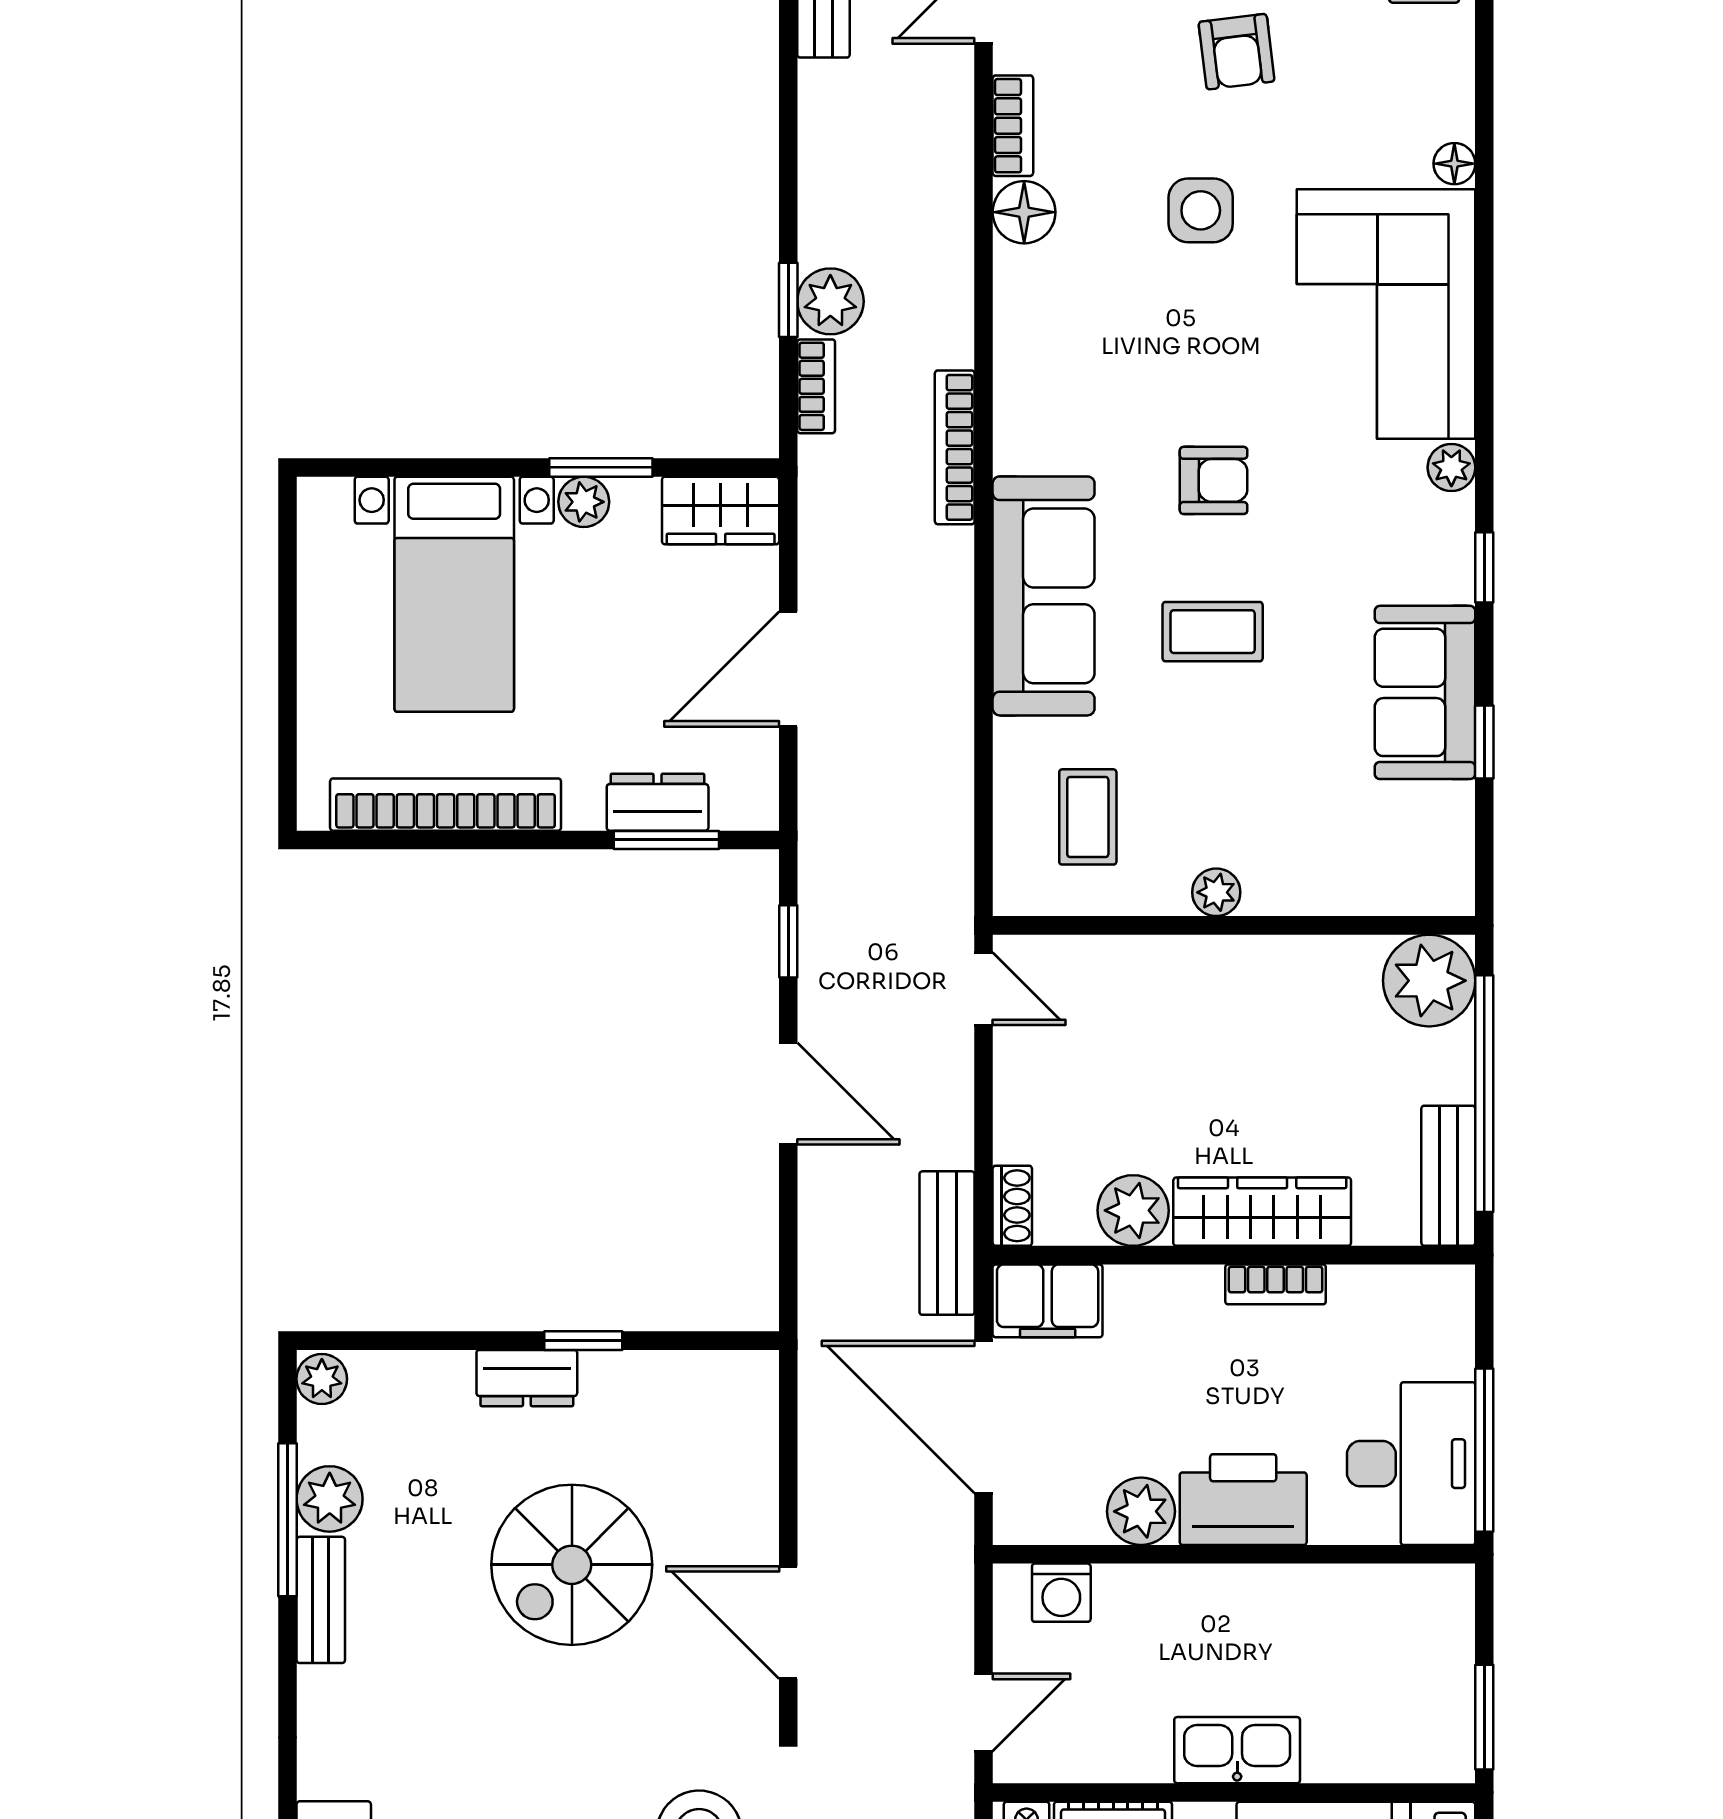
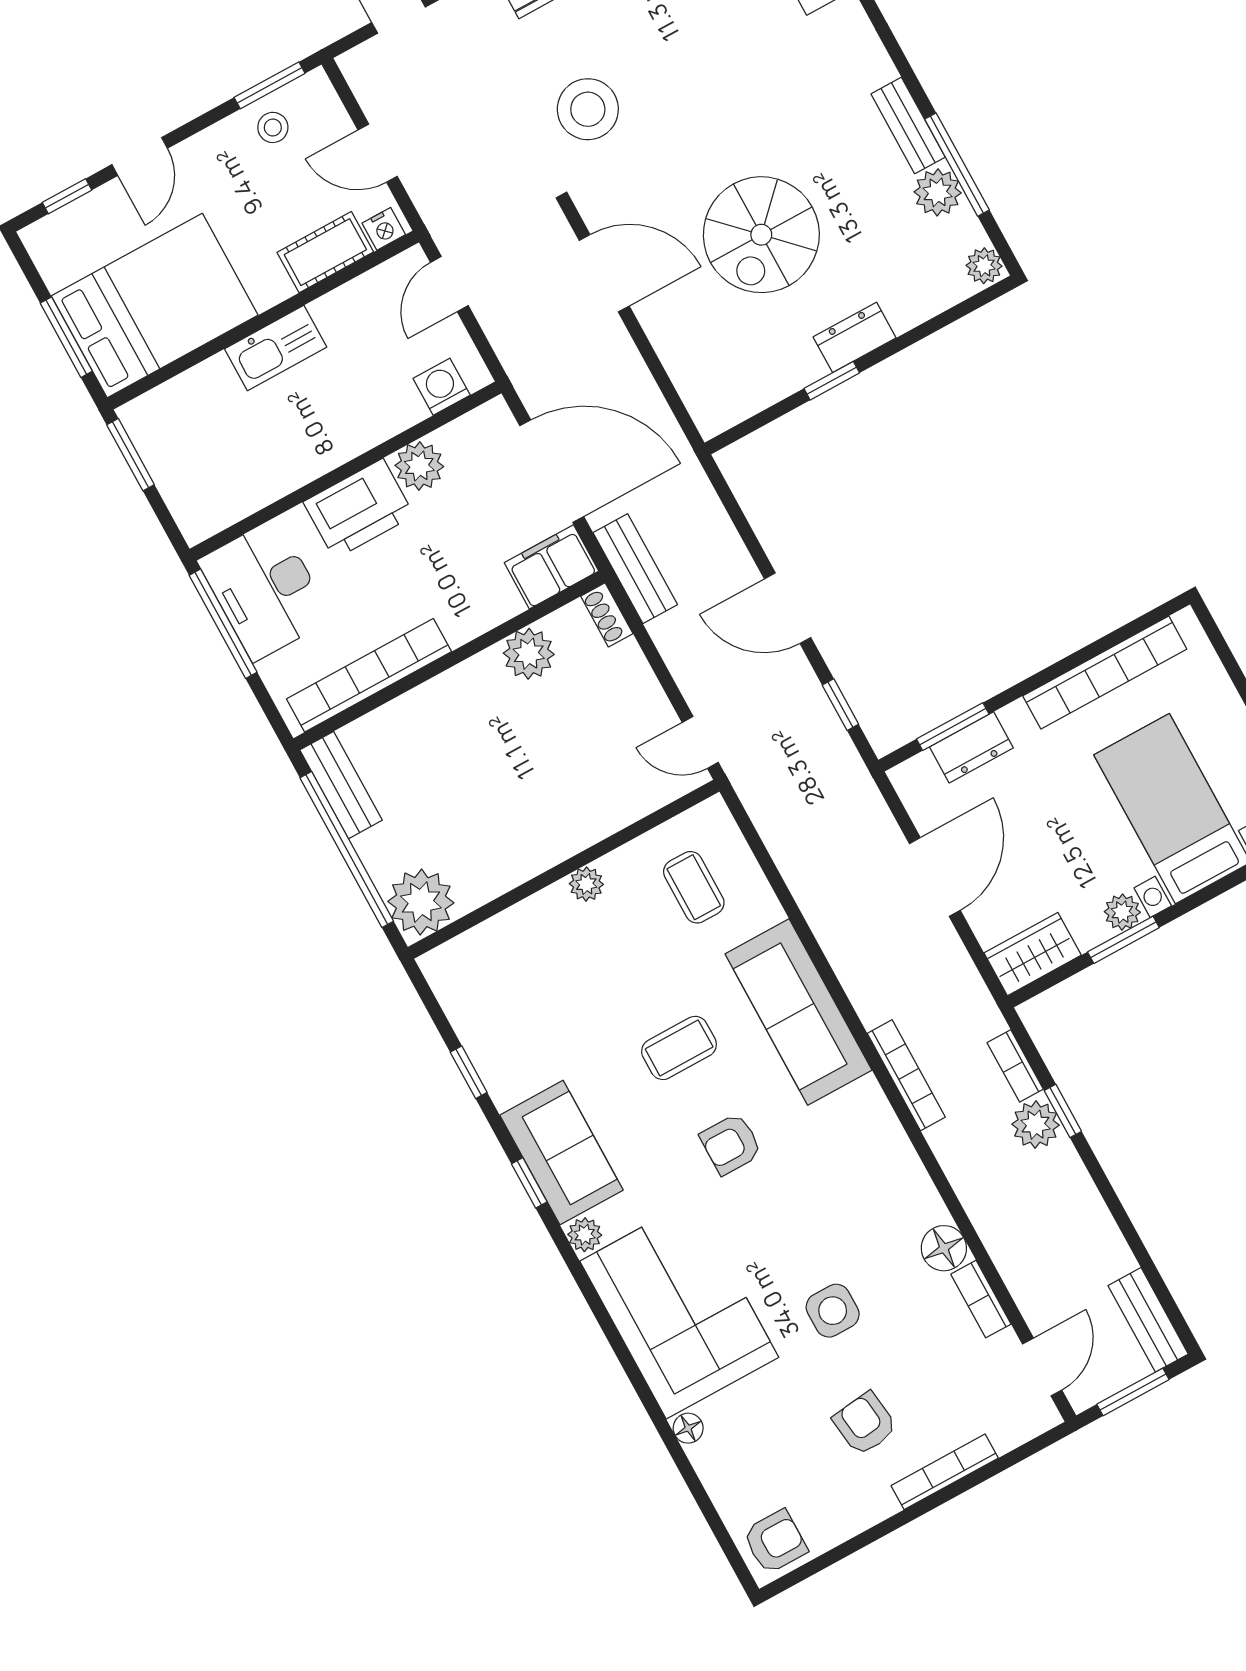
sofa: (1425, 692) -> (561, 1153), moved
wardrobe: (1262, 1212) -> (447, 698), removed
bookcase: (1276, 1284) -> (369, 675), width x2.31, depth x1.31
spiral stairs: (572, 1565) -> (761, 235), turned 180

